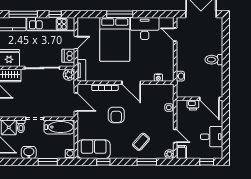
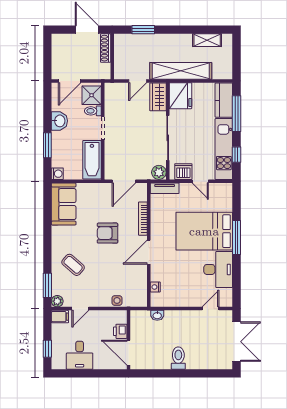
door: (210, 99) -> (128, 353), hinge flipped
window: (103, 162) -> (47, 217), removed
window: (147, 162) -> (47, 285), moved

